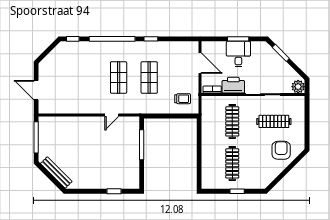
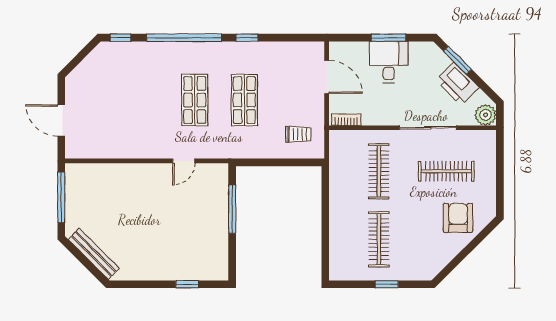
printer: (233, 85) -> (458, 84), moved, turned -135

